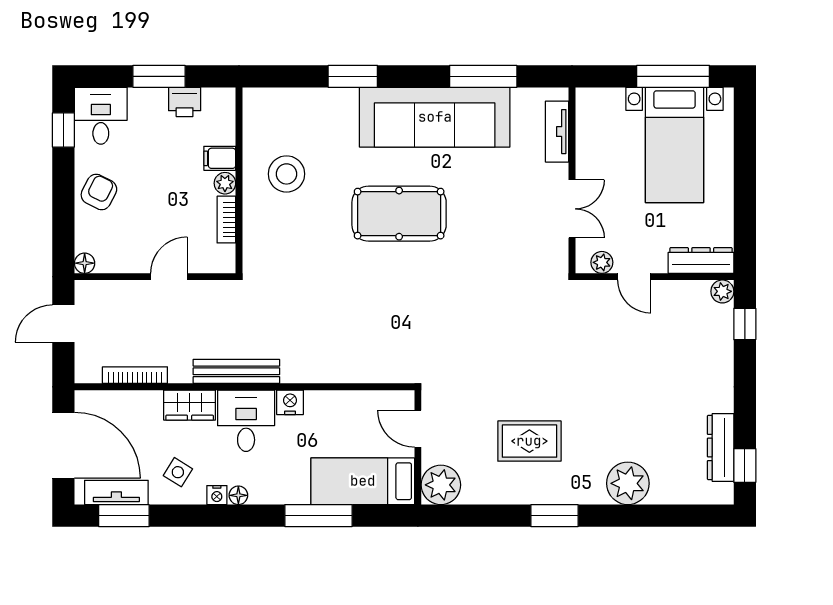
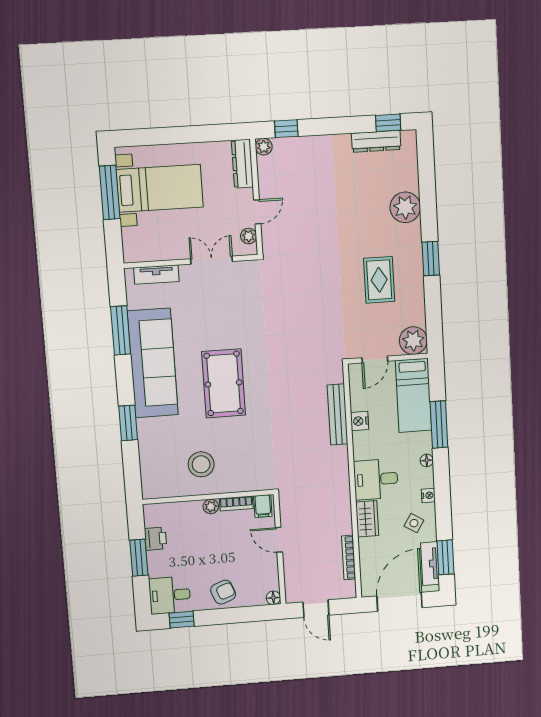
filing cabinet: (220, 158) -> (263, 506), moved
armchair: (99, 192) -> (223, 592), turned 132
bench: (236, 371) -> (338, 414), moved
nightstand: (290, 402) -> (360, 421), moved
floor lamp: (238, 495) -> (427, 460), moved

